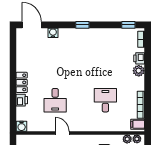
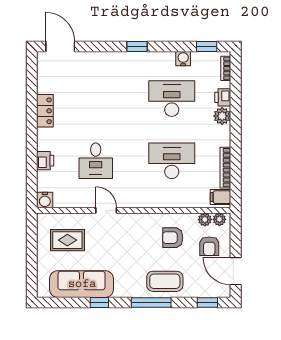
water cooler: (53, 33) -> (183, 59), moved
desk: (105, 59) -> (172, 99), added
locker: (22, 82) -> (45, 111), moved
desk: (105, 100) -> (172, 161), width x1.37

